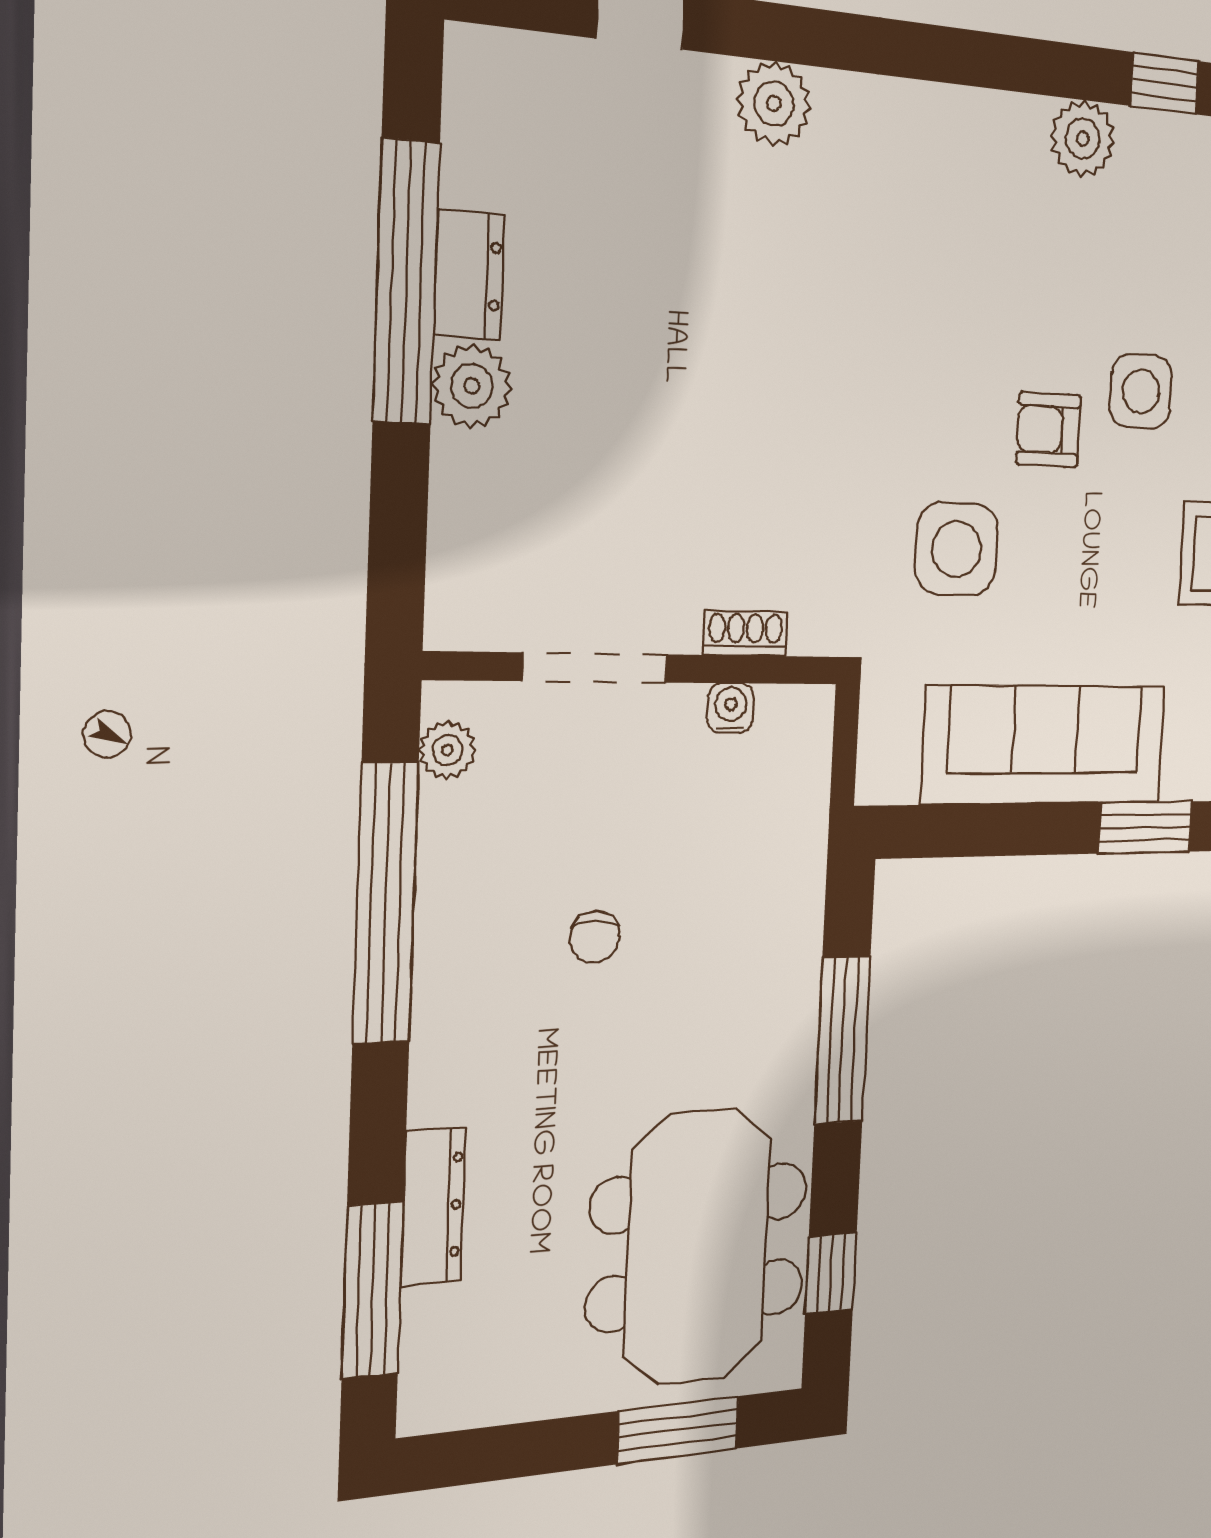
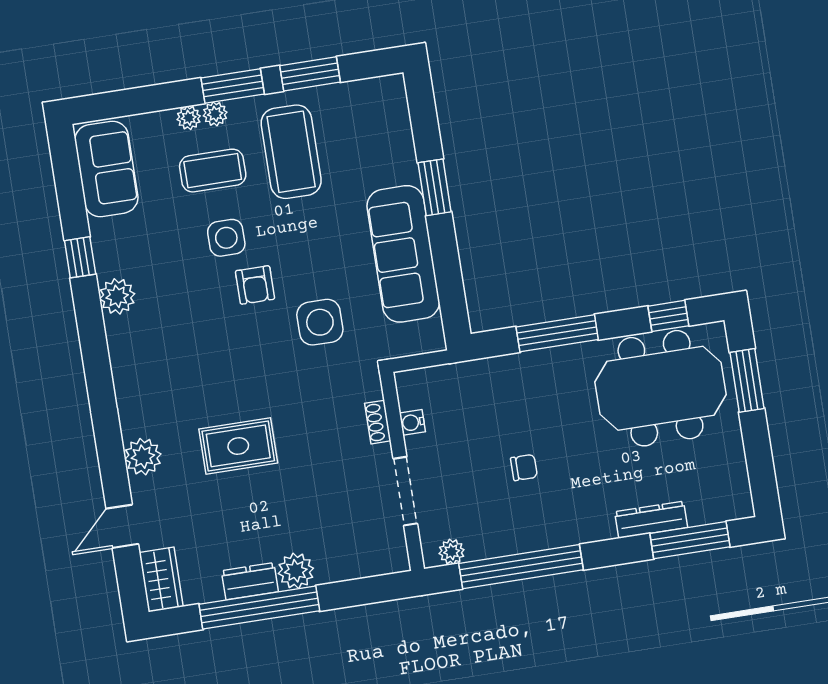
wardrobe: (511, 70) -> (161, 580), added
rug: (755, 319) -> (238, 446), added

